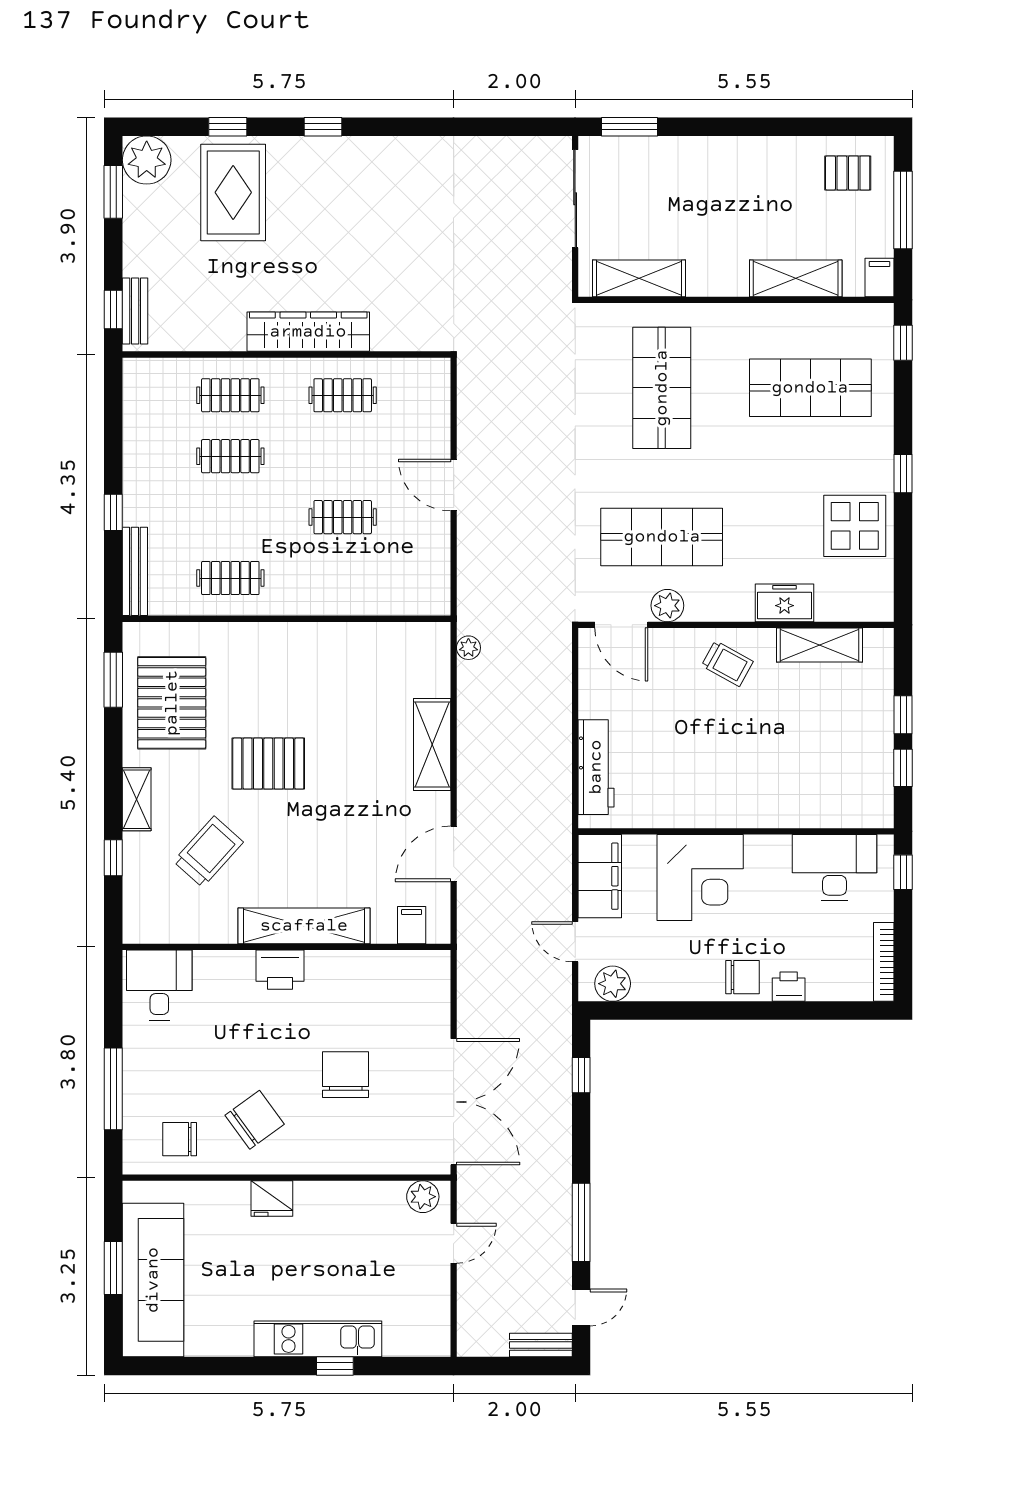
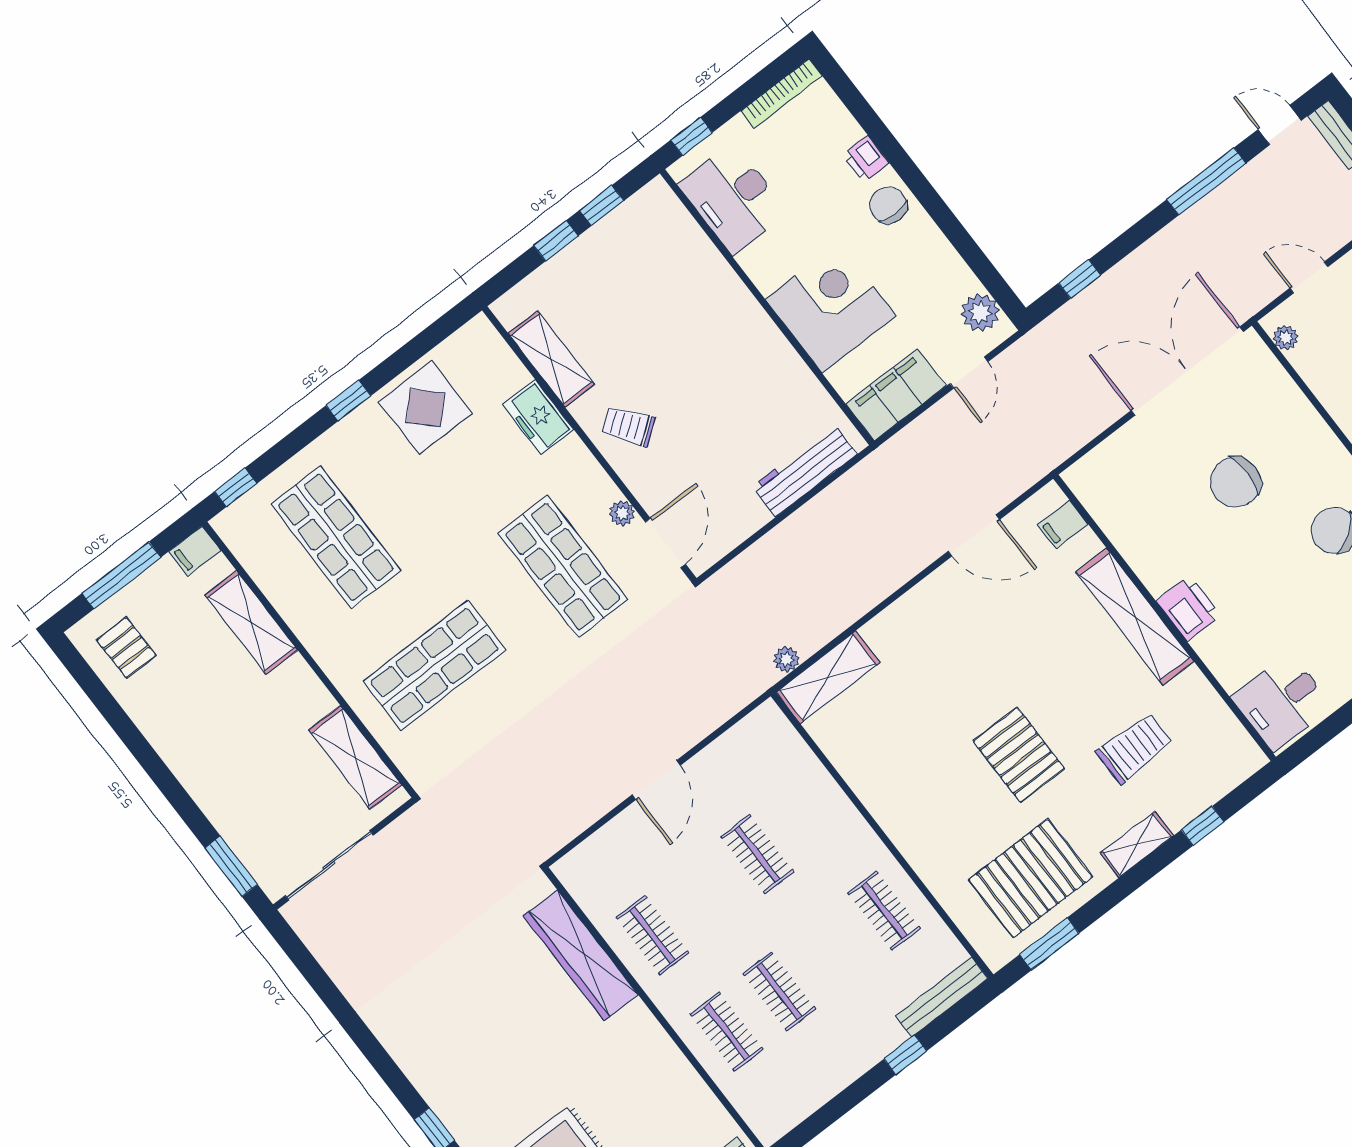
wardrobe: (308, 332) -> (581, 955), moved
plant: (667, 606) -> (622, 513), width x0.73, depth x0.73
trolley: (727, 664) -> (628, 426), turned -66
shelving: (432, 744) -> (828, 677), moved
trolley: (208, 852) -> (1134, 748), turned 138
plant: (423, 1197) -> (1286, 338), width x0.73, depth x0.73

